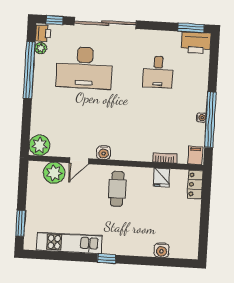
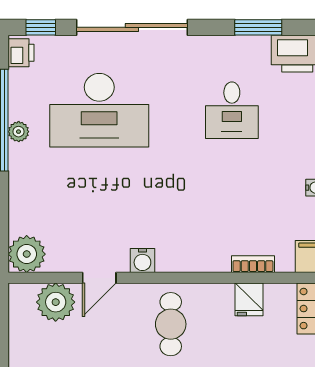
window: (191, 28) -> (258, 27), moved
plant: (41, 48) -> (19, 132), moved

